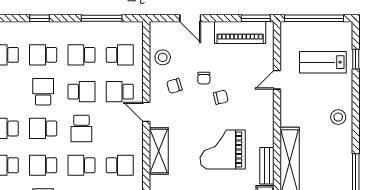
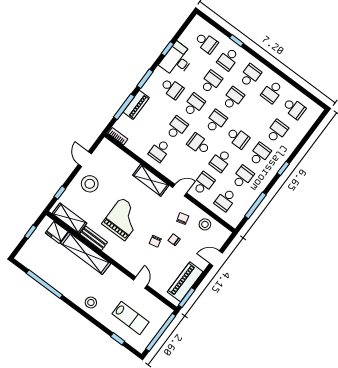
lab bench: (323, 62) -> (130, 318), turned 90

